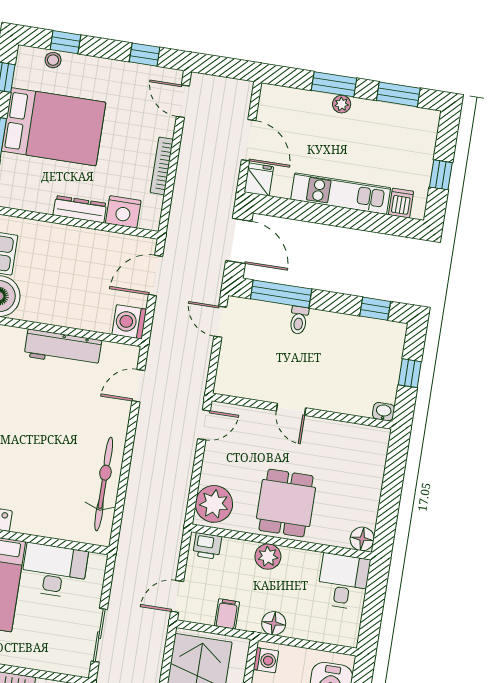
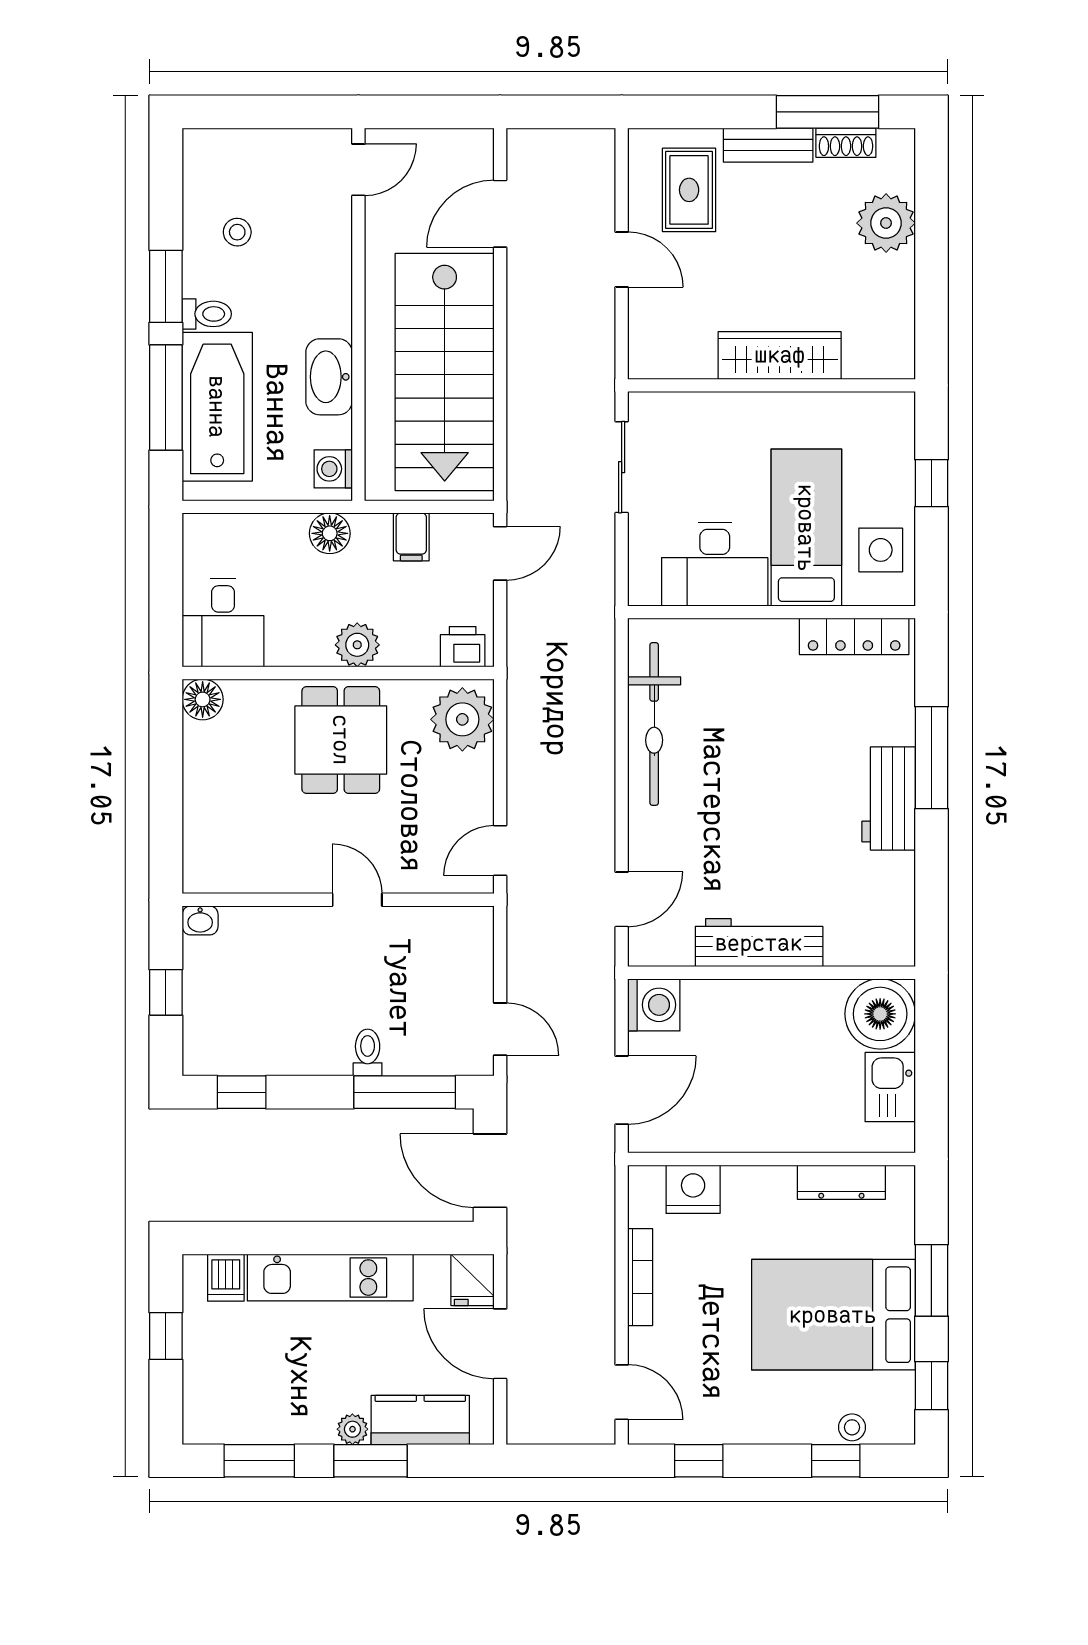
kitchen counter: (302, 103) -> (420, 1420), added
dresser: (80, 209) -> (841, 1182), moved

